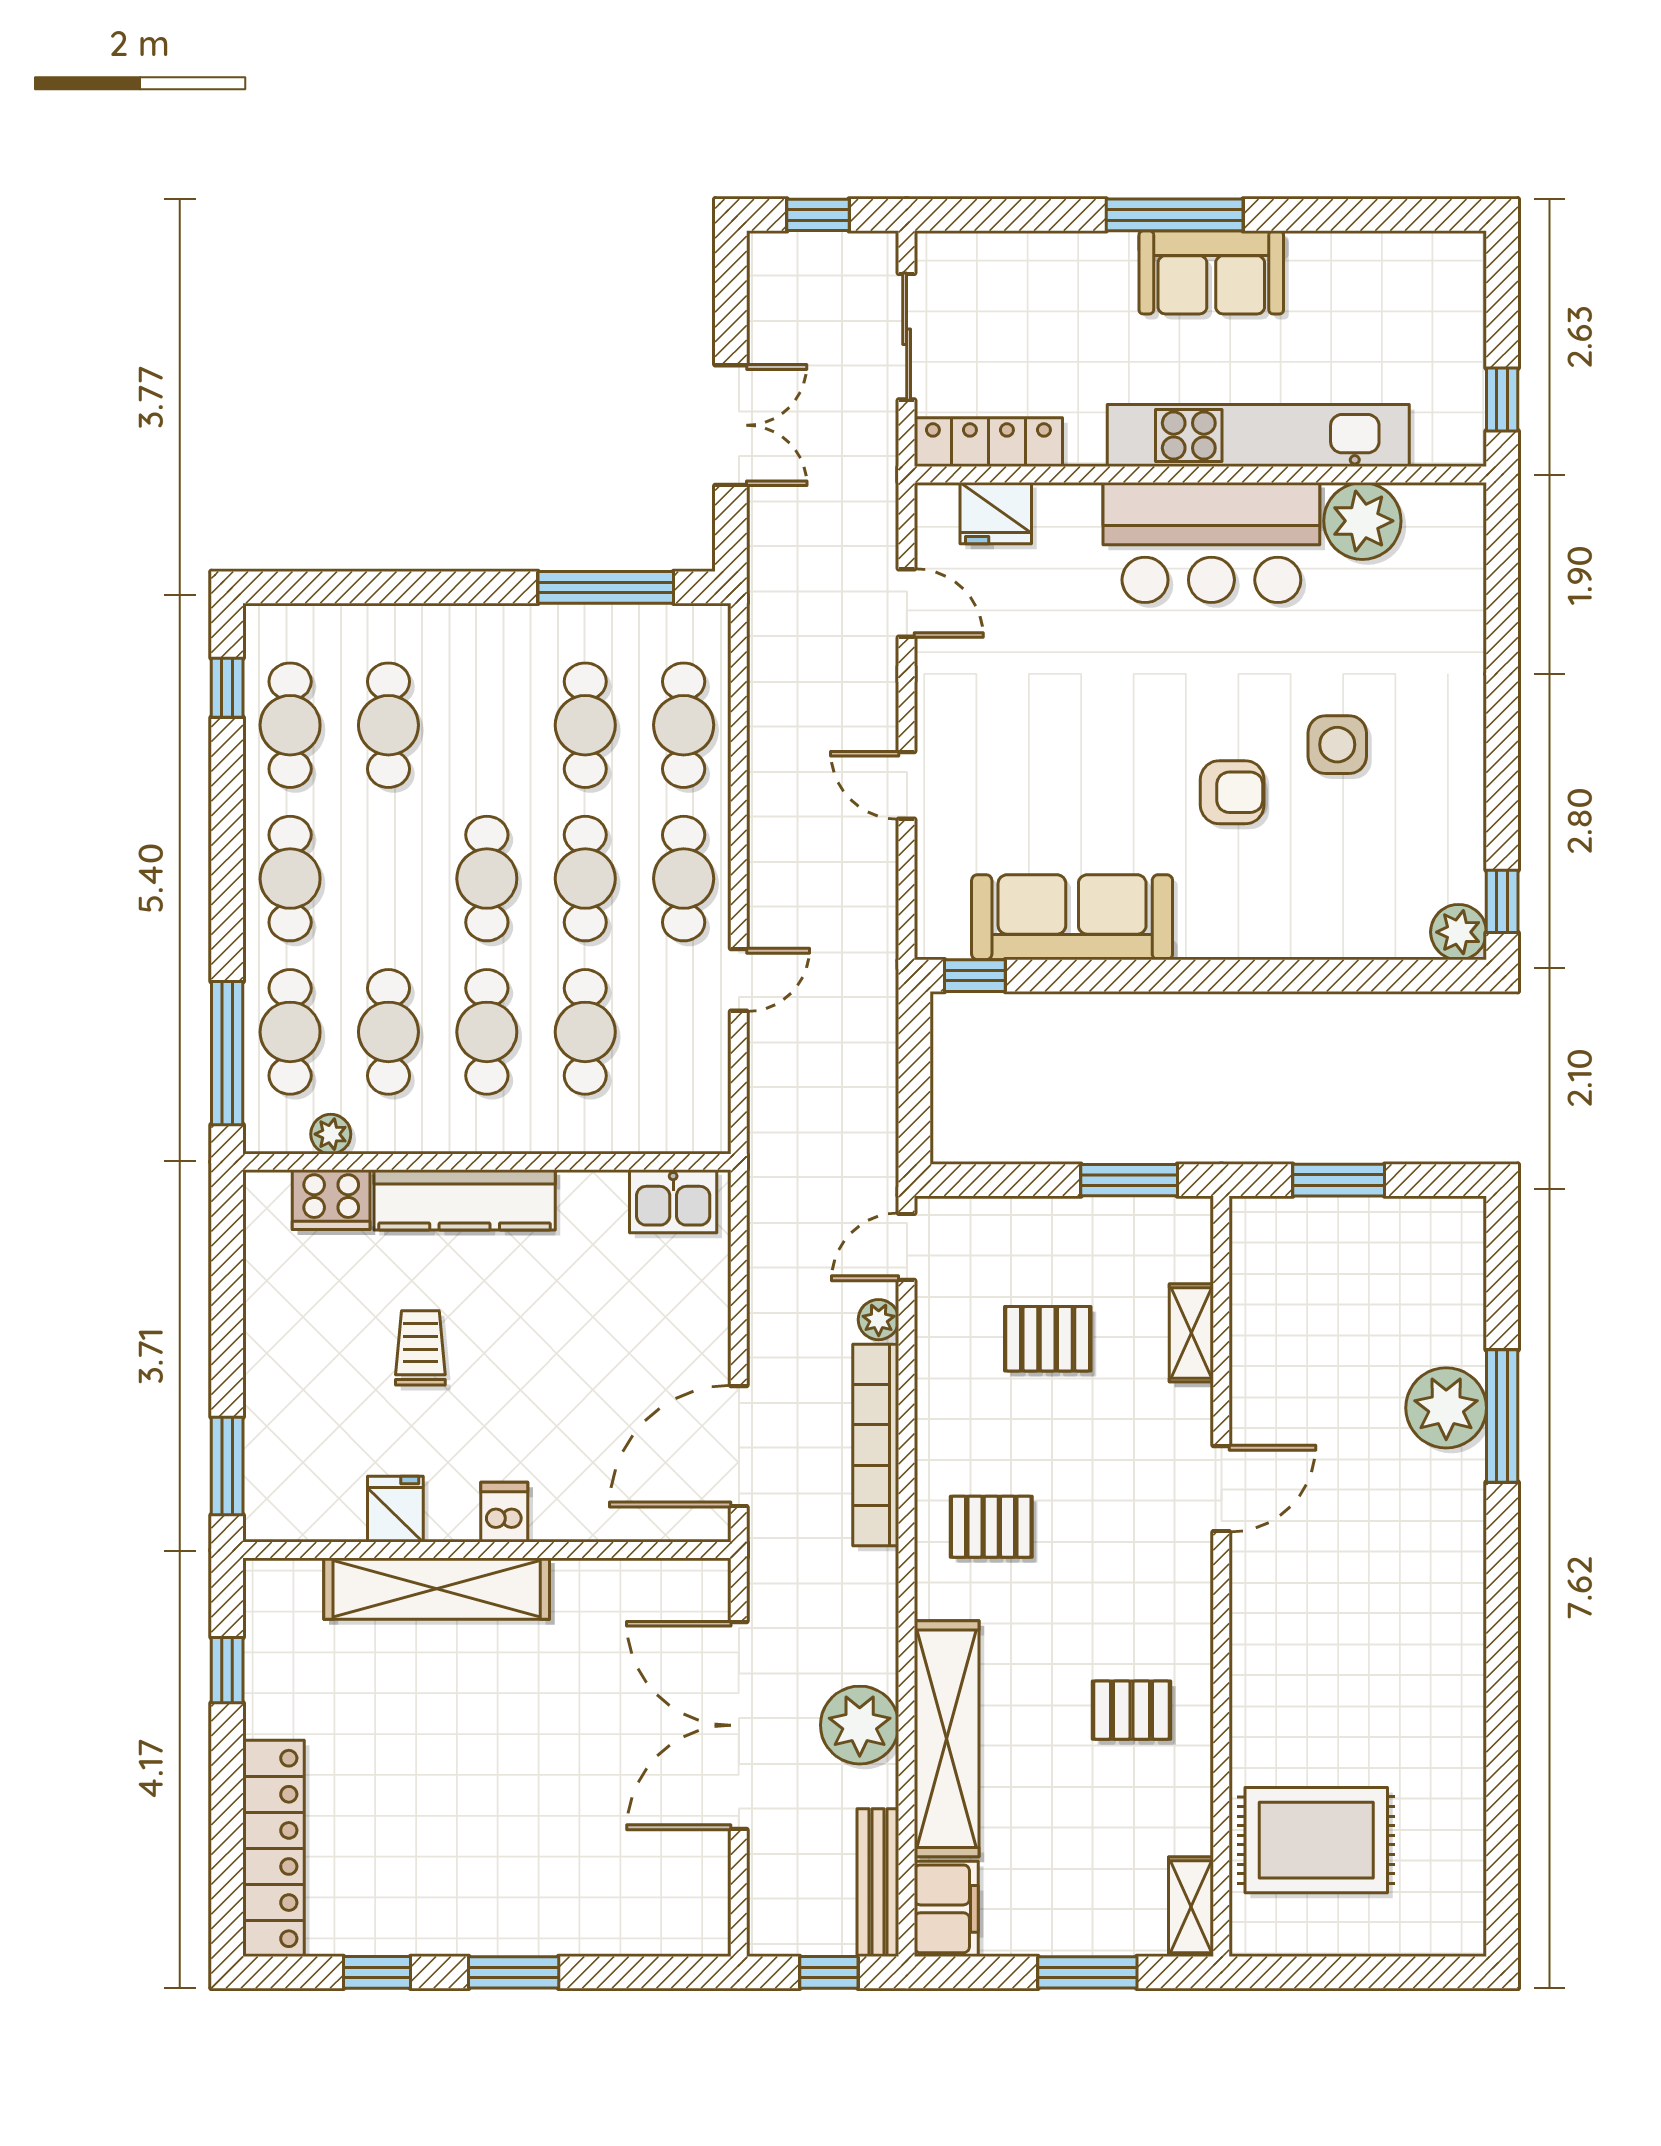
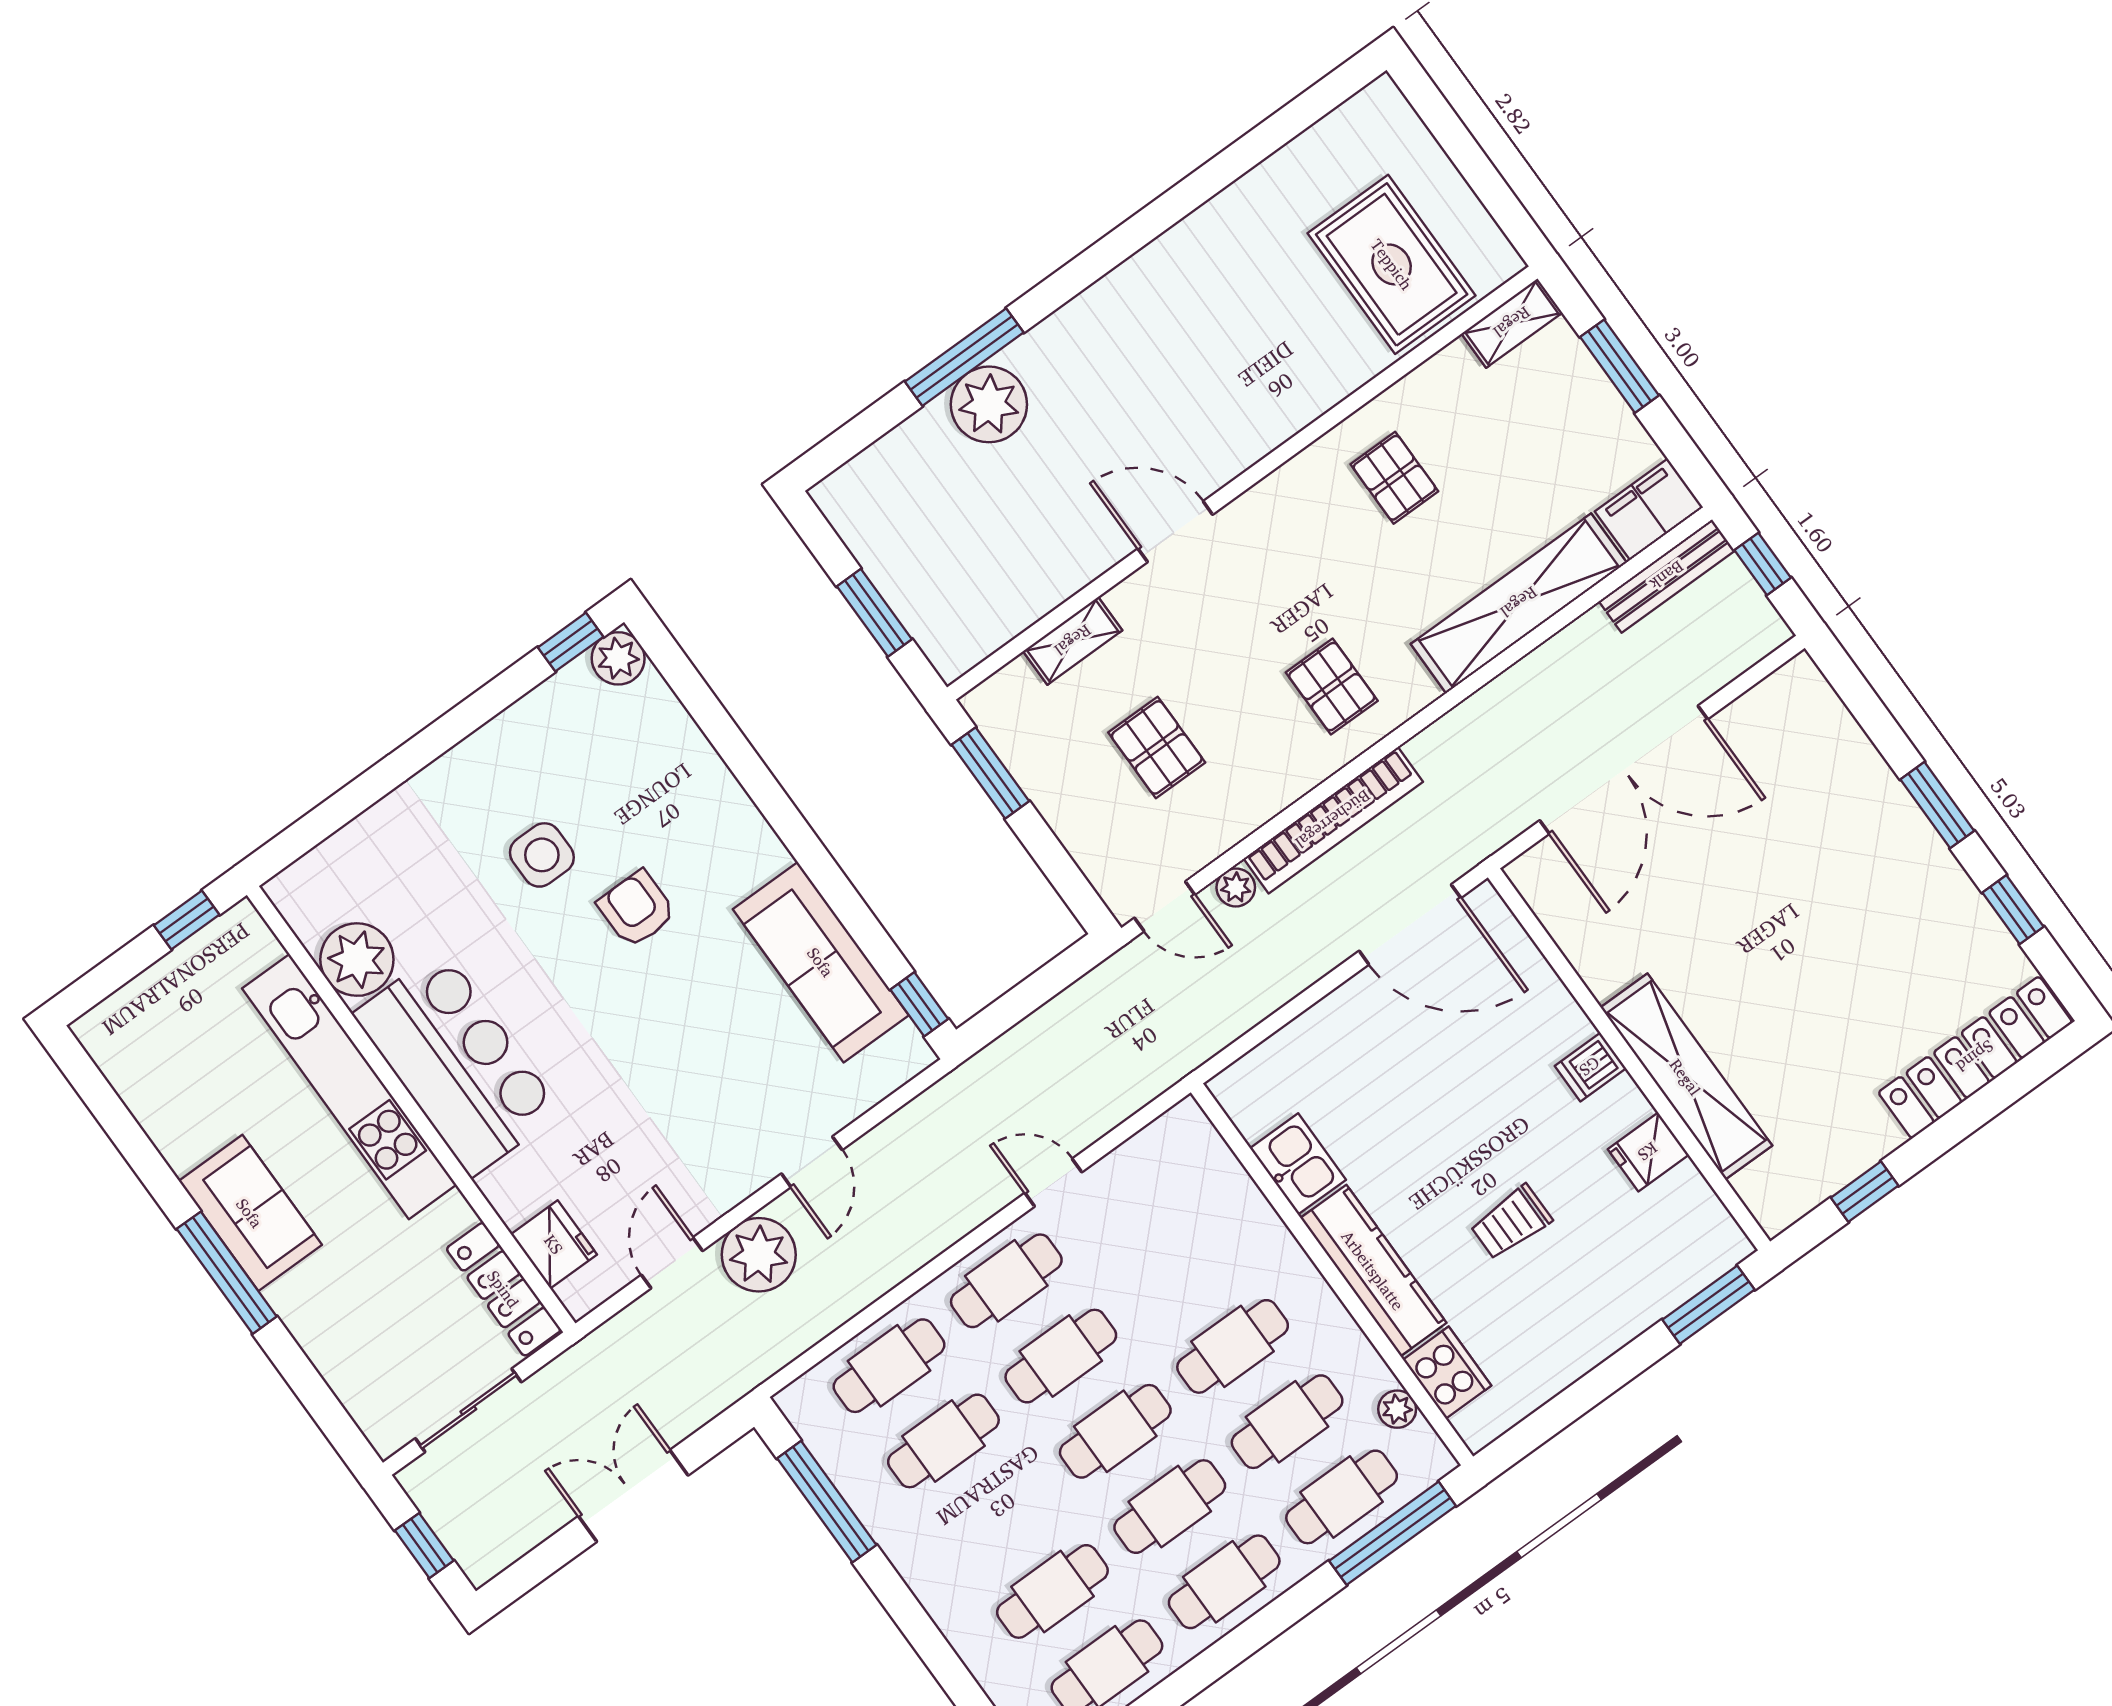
cafe table: (585, 1032) -> (1170, 1507), moved
kitchen sink: (673, 1201) -> (1298, 1164), moved
plant: (860, 1725) -> (759, 1255), moved

